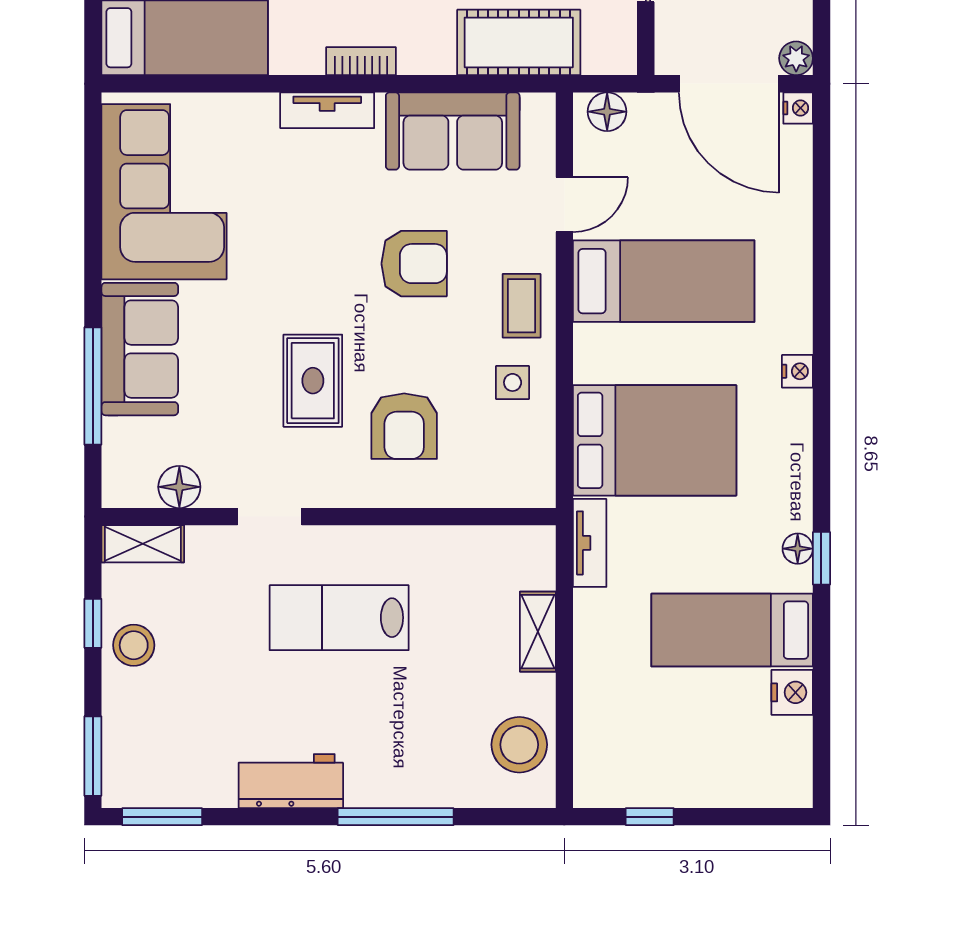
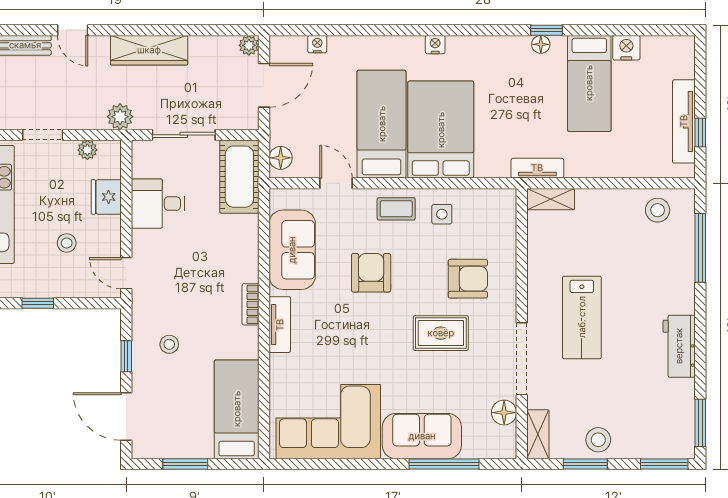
cot: (519, 42) -> (239, 177), moved
door: (729, 84) -> (264, 85), width x0.73
nightstand: (798, 108) -> (317, 44), moved
bed: (655, 440) -> (441, 130), moved
doorway: (270, 517) -> (522, 359), width x1.87
window: (93, 623) -> (585, 464), width x1.50
shelving: (538, 632) -> (551, 199), moved
stool: (519, 745) -> (658, 210), width x0.73, depth x0.73
tv unit: (668, 789) -> (684, 121), added
window: (396, 817) -> (700, 248), moved

